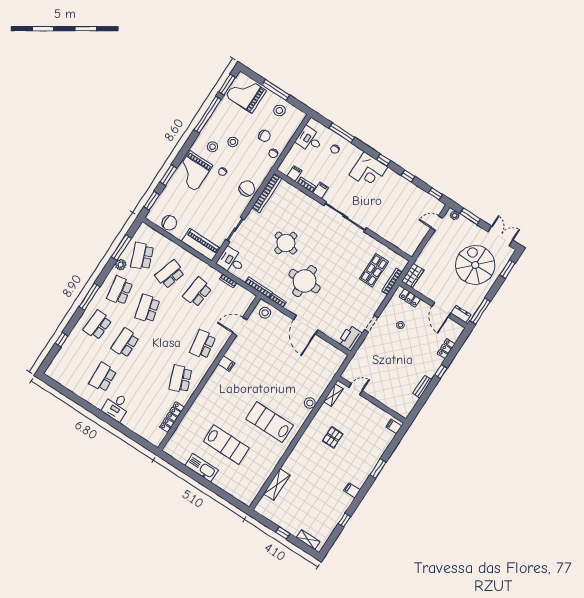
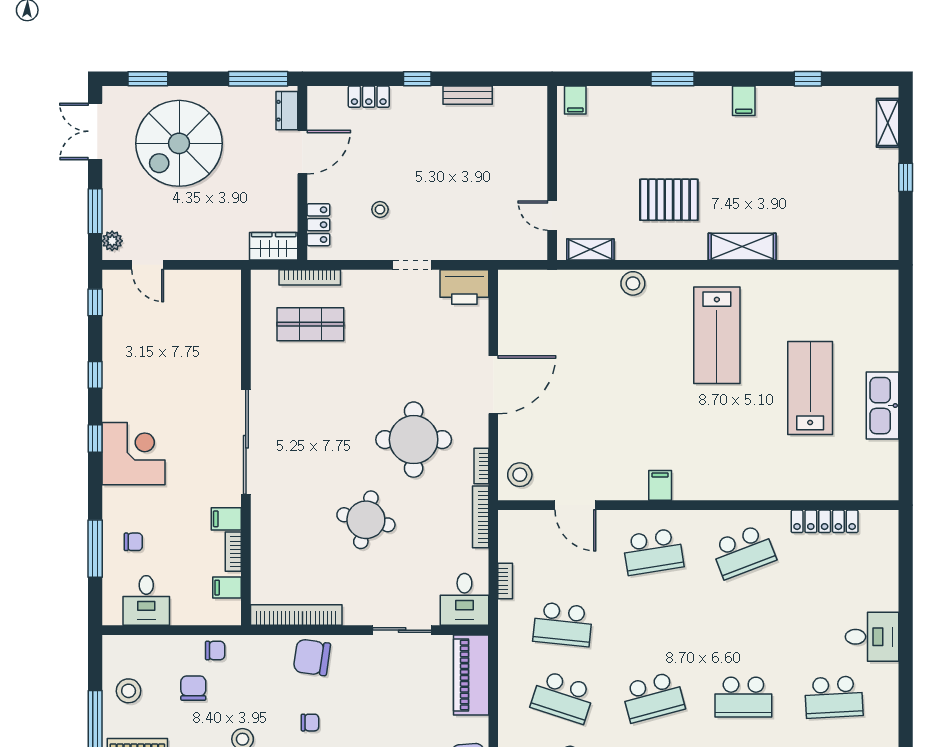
pallet: (333, 437) -> (669, 200), width x1.50, depth x1.42
shelving: (277, 484) -> (742, 247), moved

